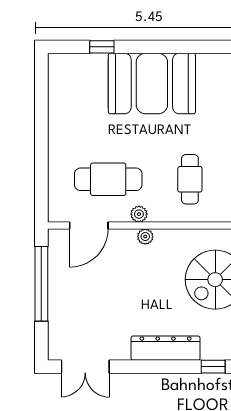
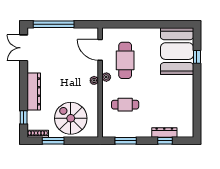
booth: (152, 84) -> (177, 51), moved
window: (41, 284) -> (54, 24), moved

